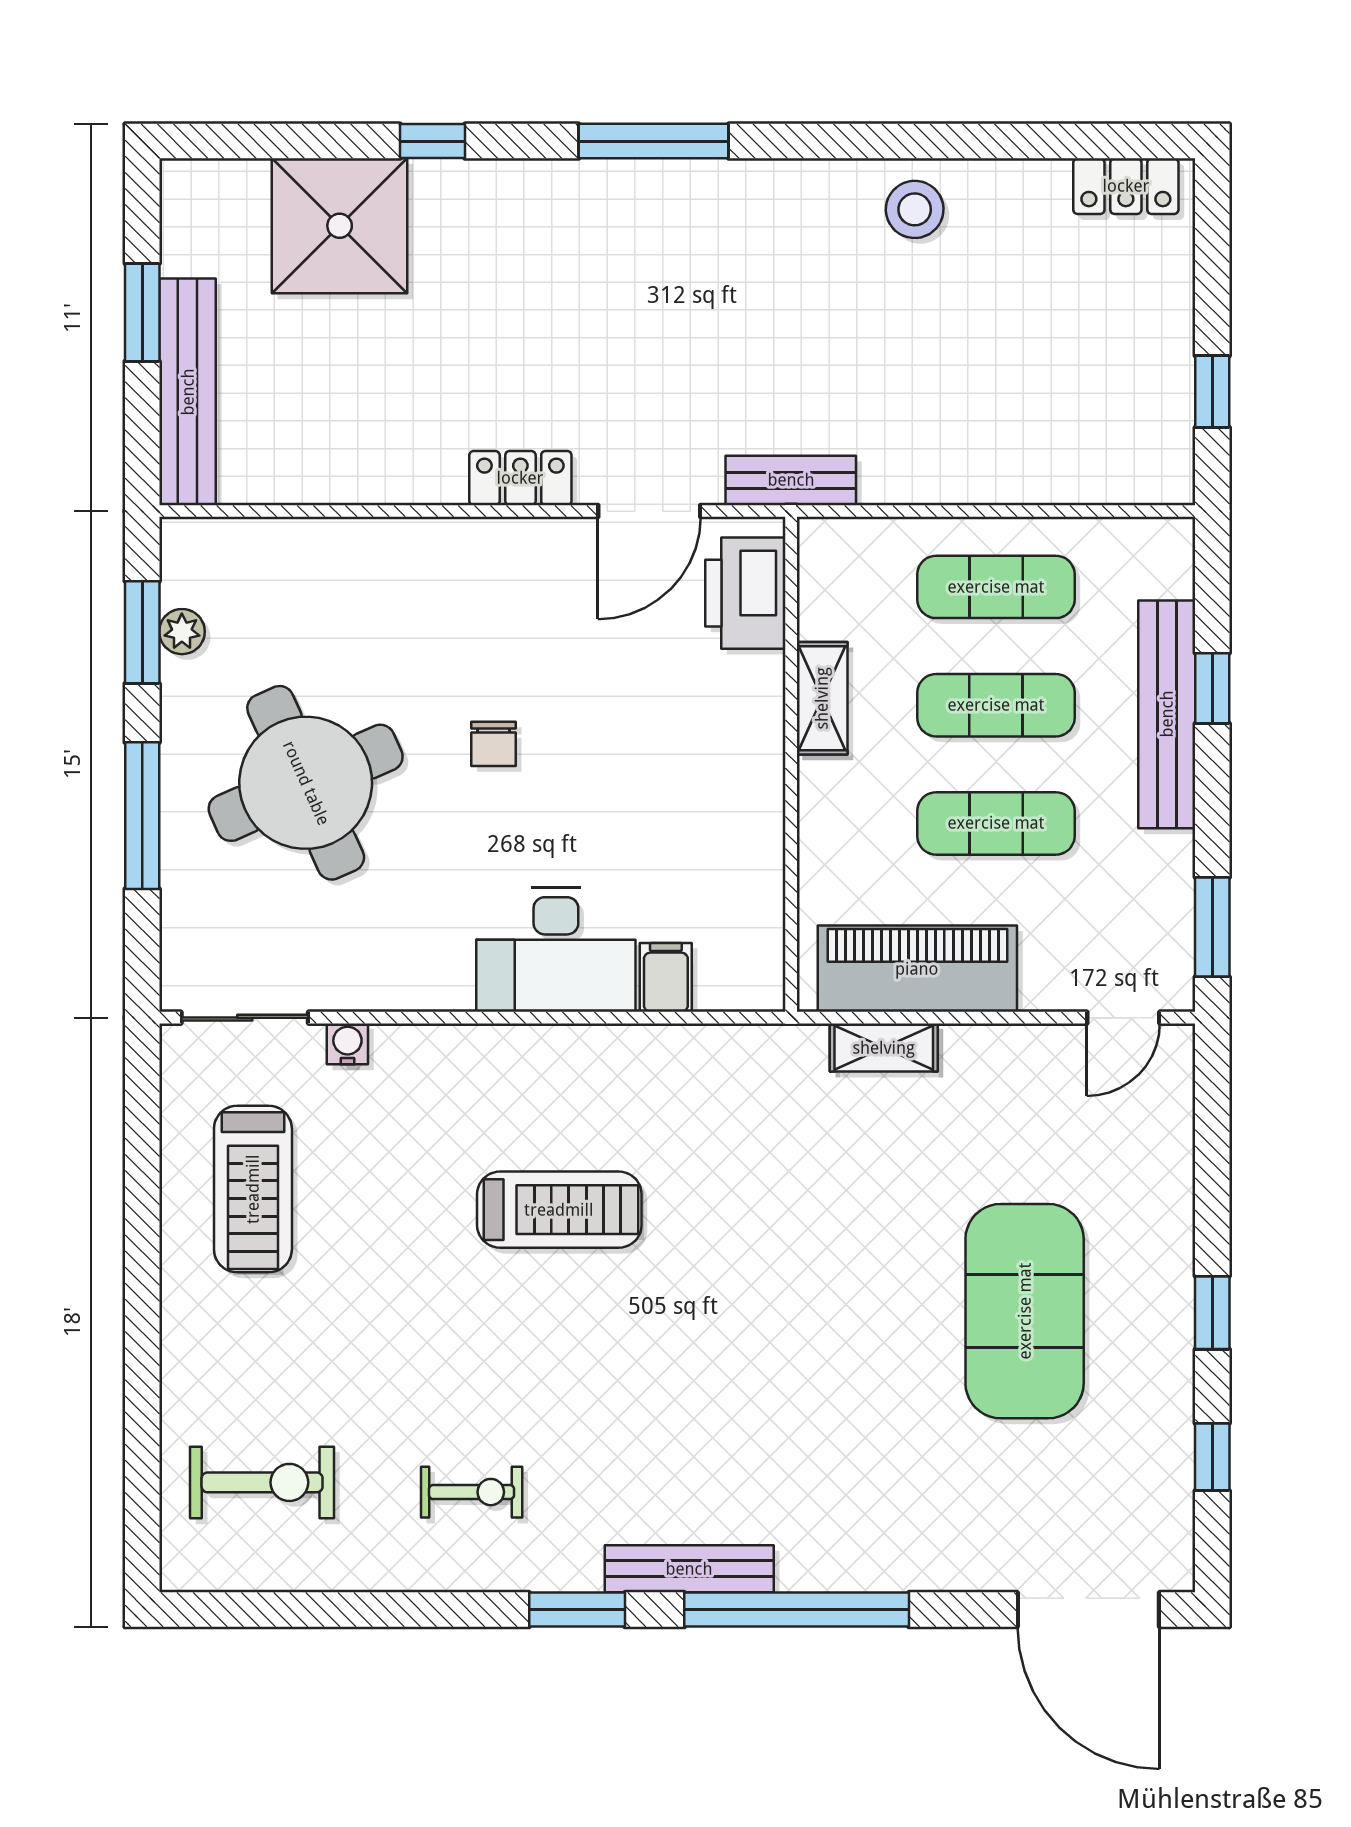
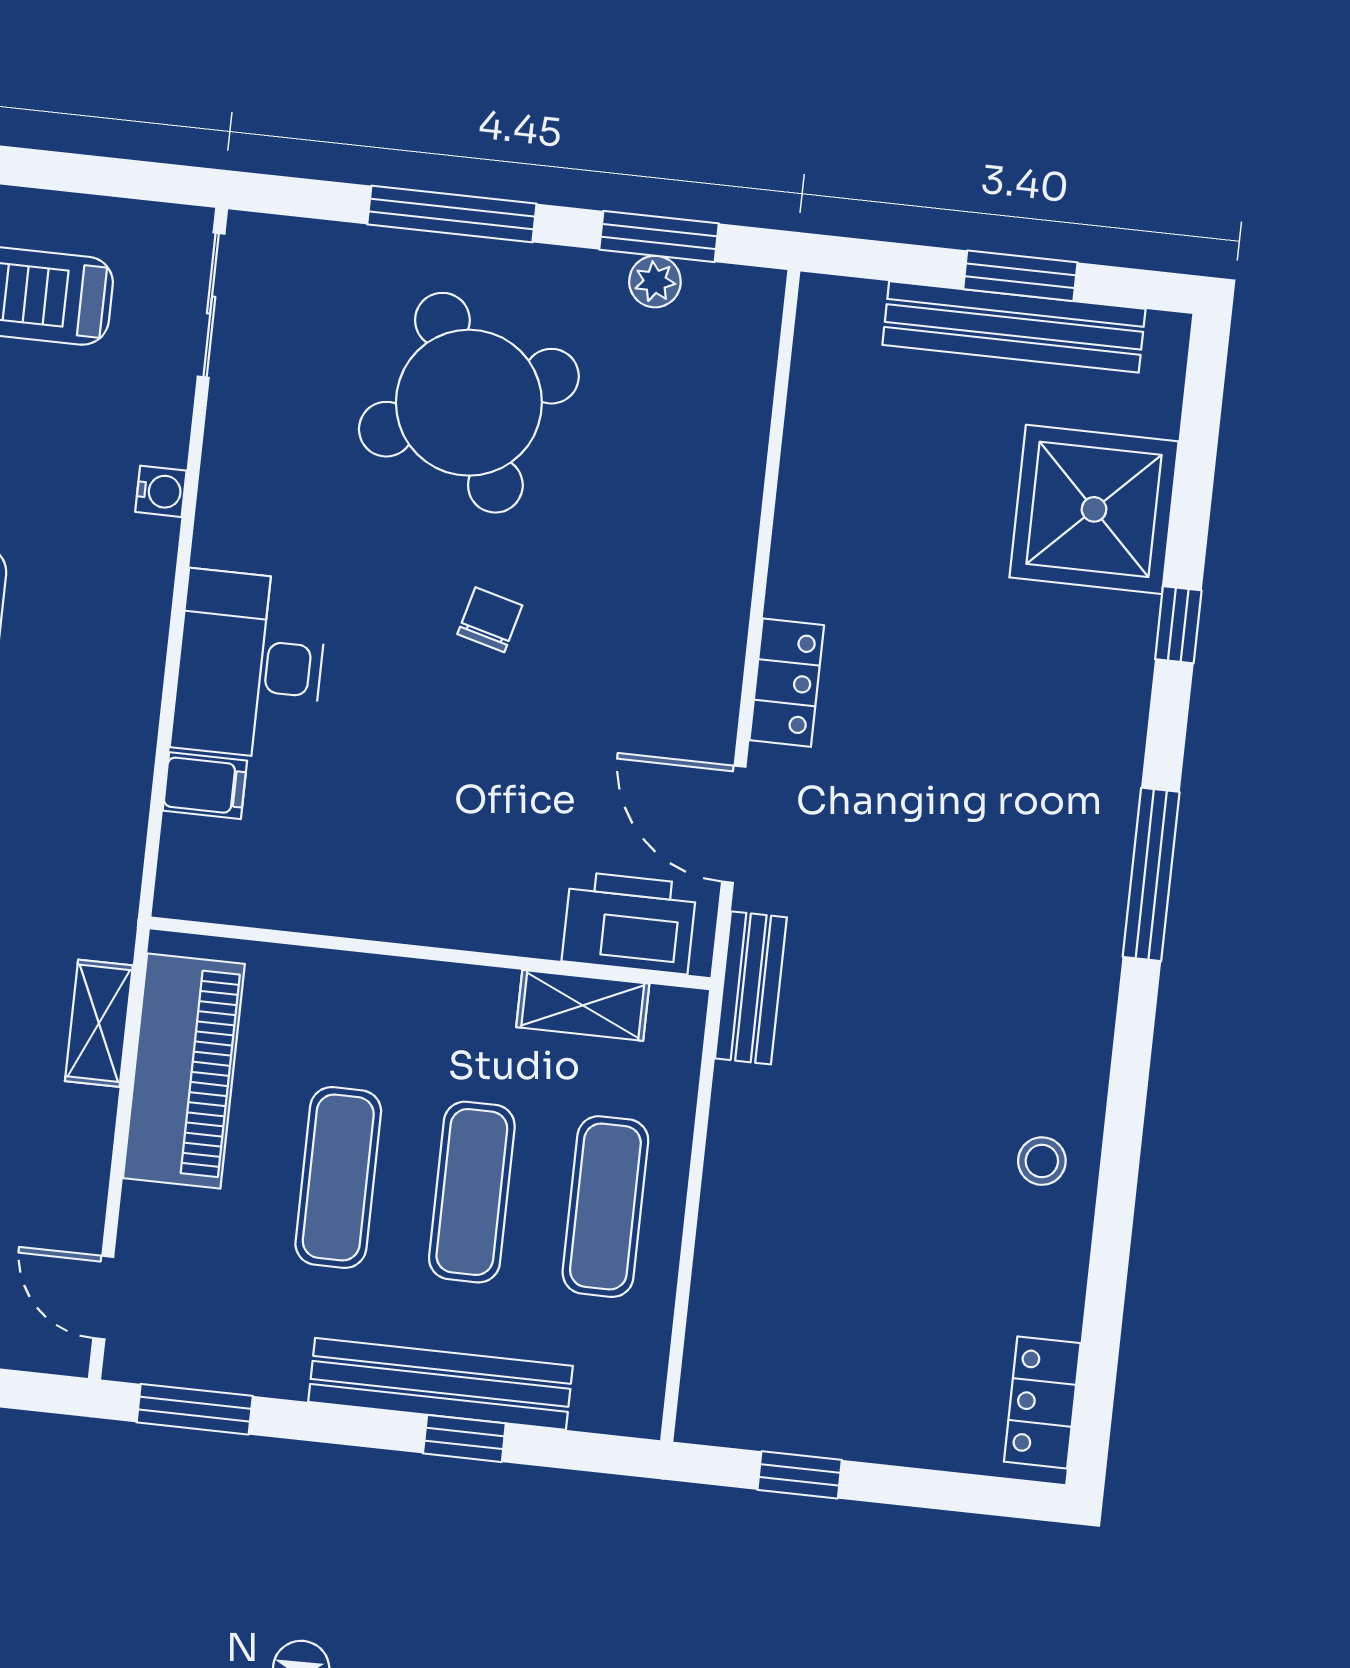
stool: (915, 209) -> (1042, 1161), width x0.73, depth x0.73
bench: (188, 392) -> (1014, 327), moved
shelving: (822, 698) -> (583, 1005), moved
chair: (494, 744) -> (490, 620), turned 105
water cooler: (347, 1044) -> (161, 491), moved

